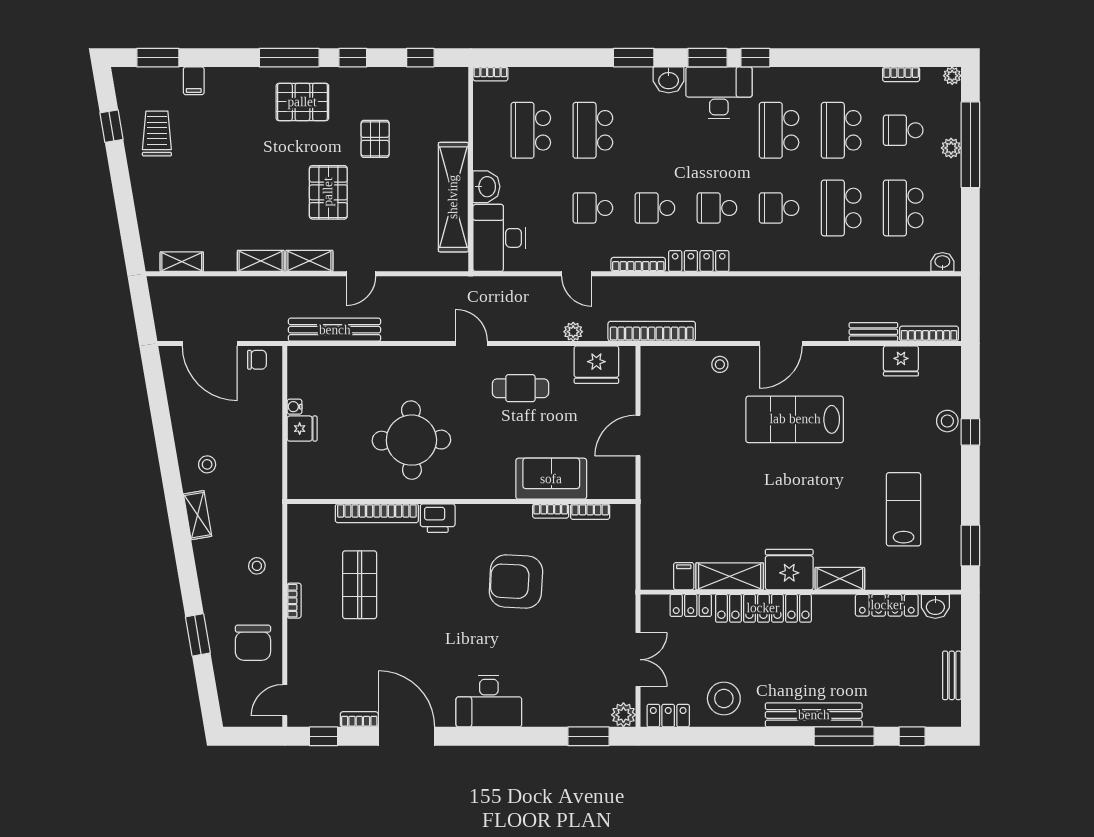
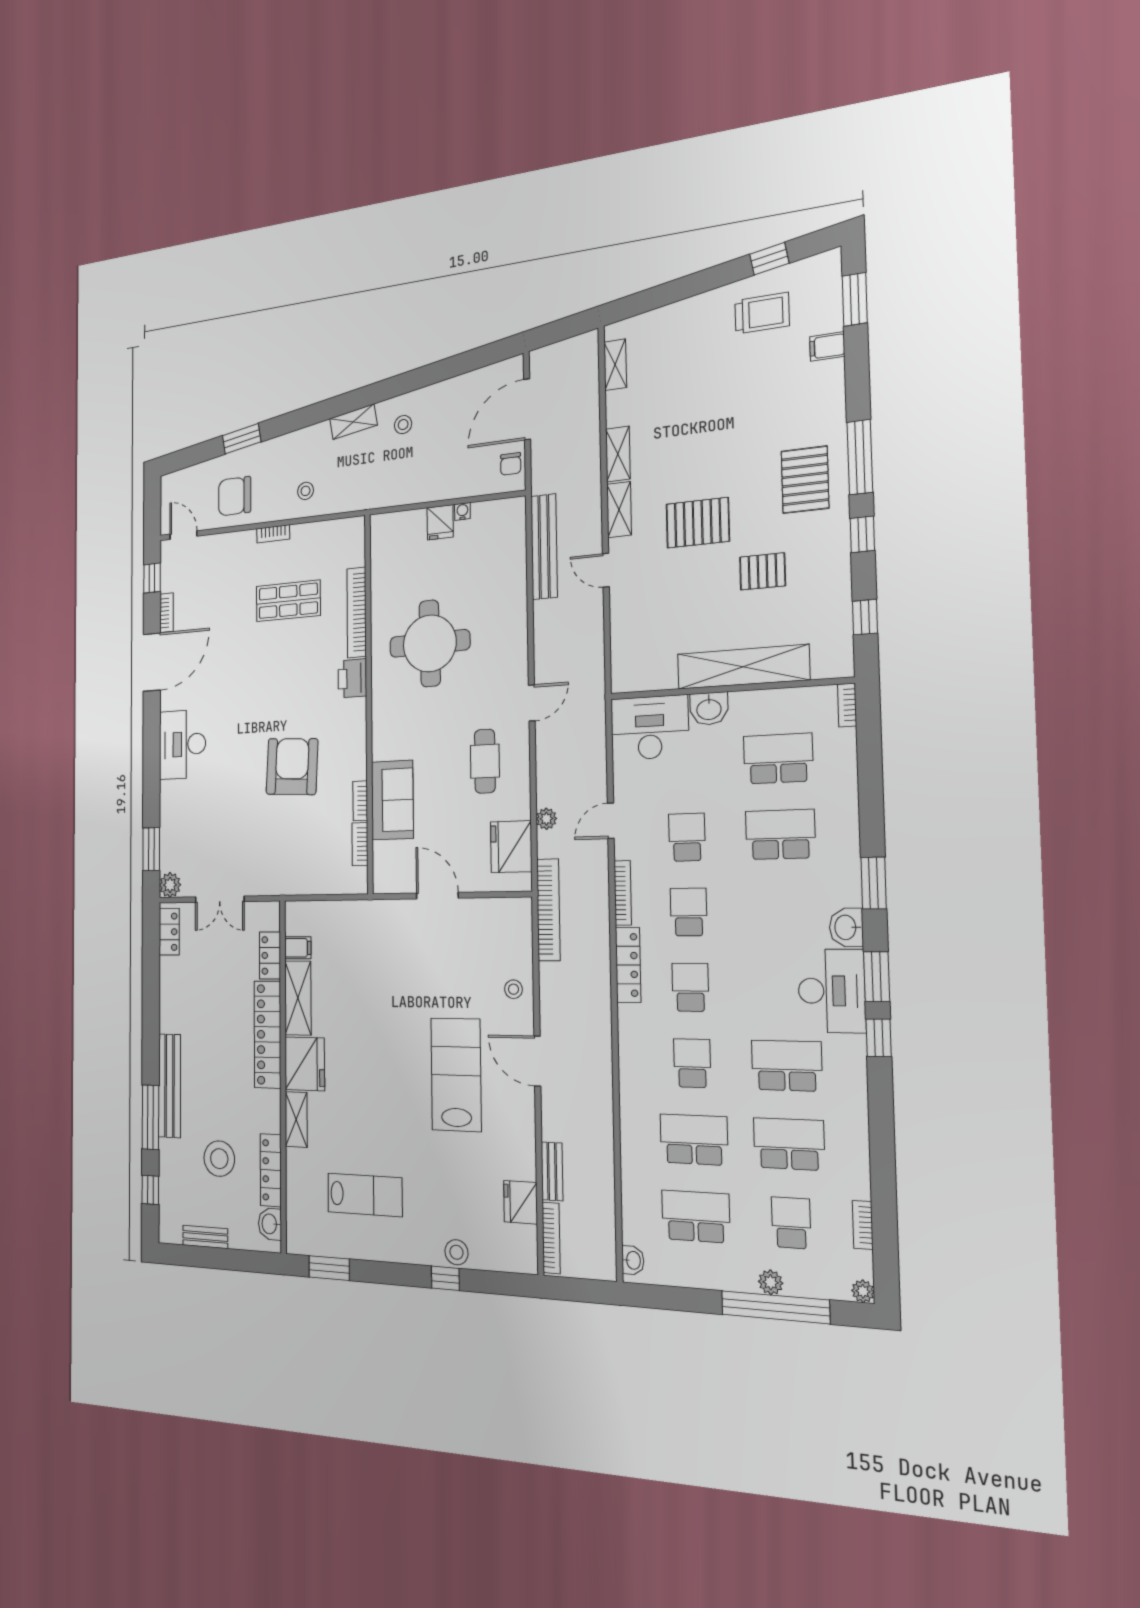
shelving: (453, 197) -> (743, 667), moved
stool: (724, 698) -> (219, 1159), moved

